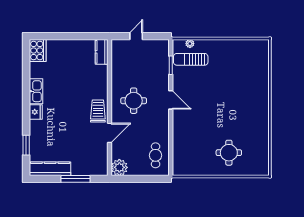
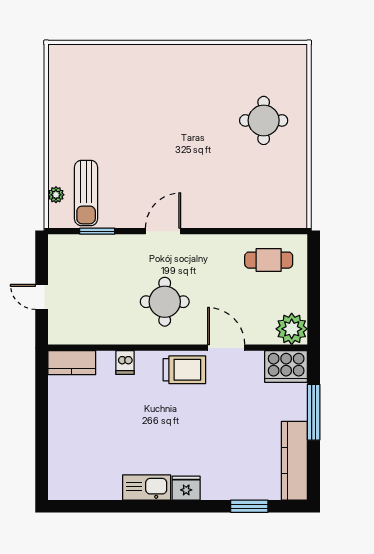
cooker: (38, 50) -> (286, 367), moved, turned 180
dishwasher: (102, 80) -> (125, 363), added
trolley: (98, 111) -> (184, 370), turned 180

